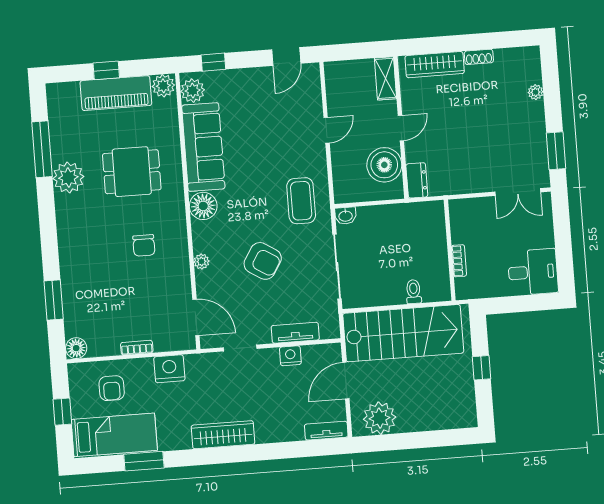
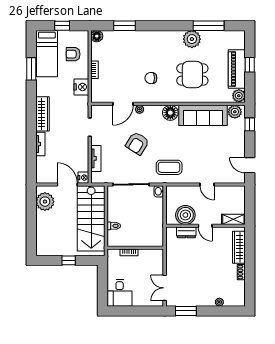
dining table: (132, 172) -> (192, 75), turned 90
dresser: (417, 180) -> (186, 232), moved
door: (196, 317) -> (123, 104), moved
nightstand: (290, 356) -> (83, 178), moved
tv unit: (326, 431) -> (40, 144), moved

